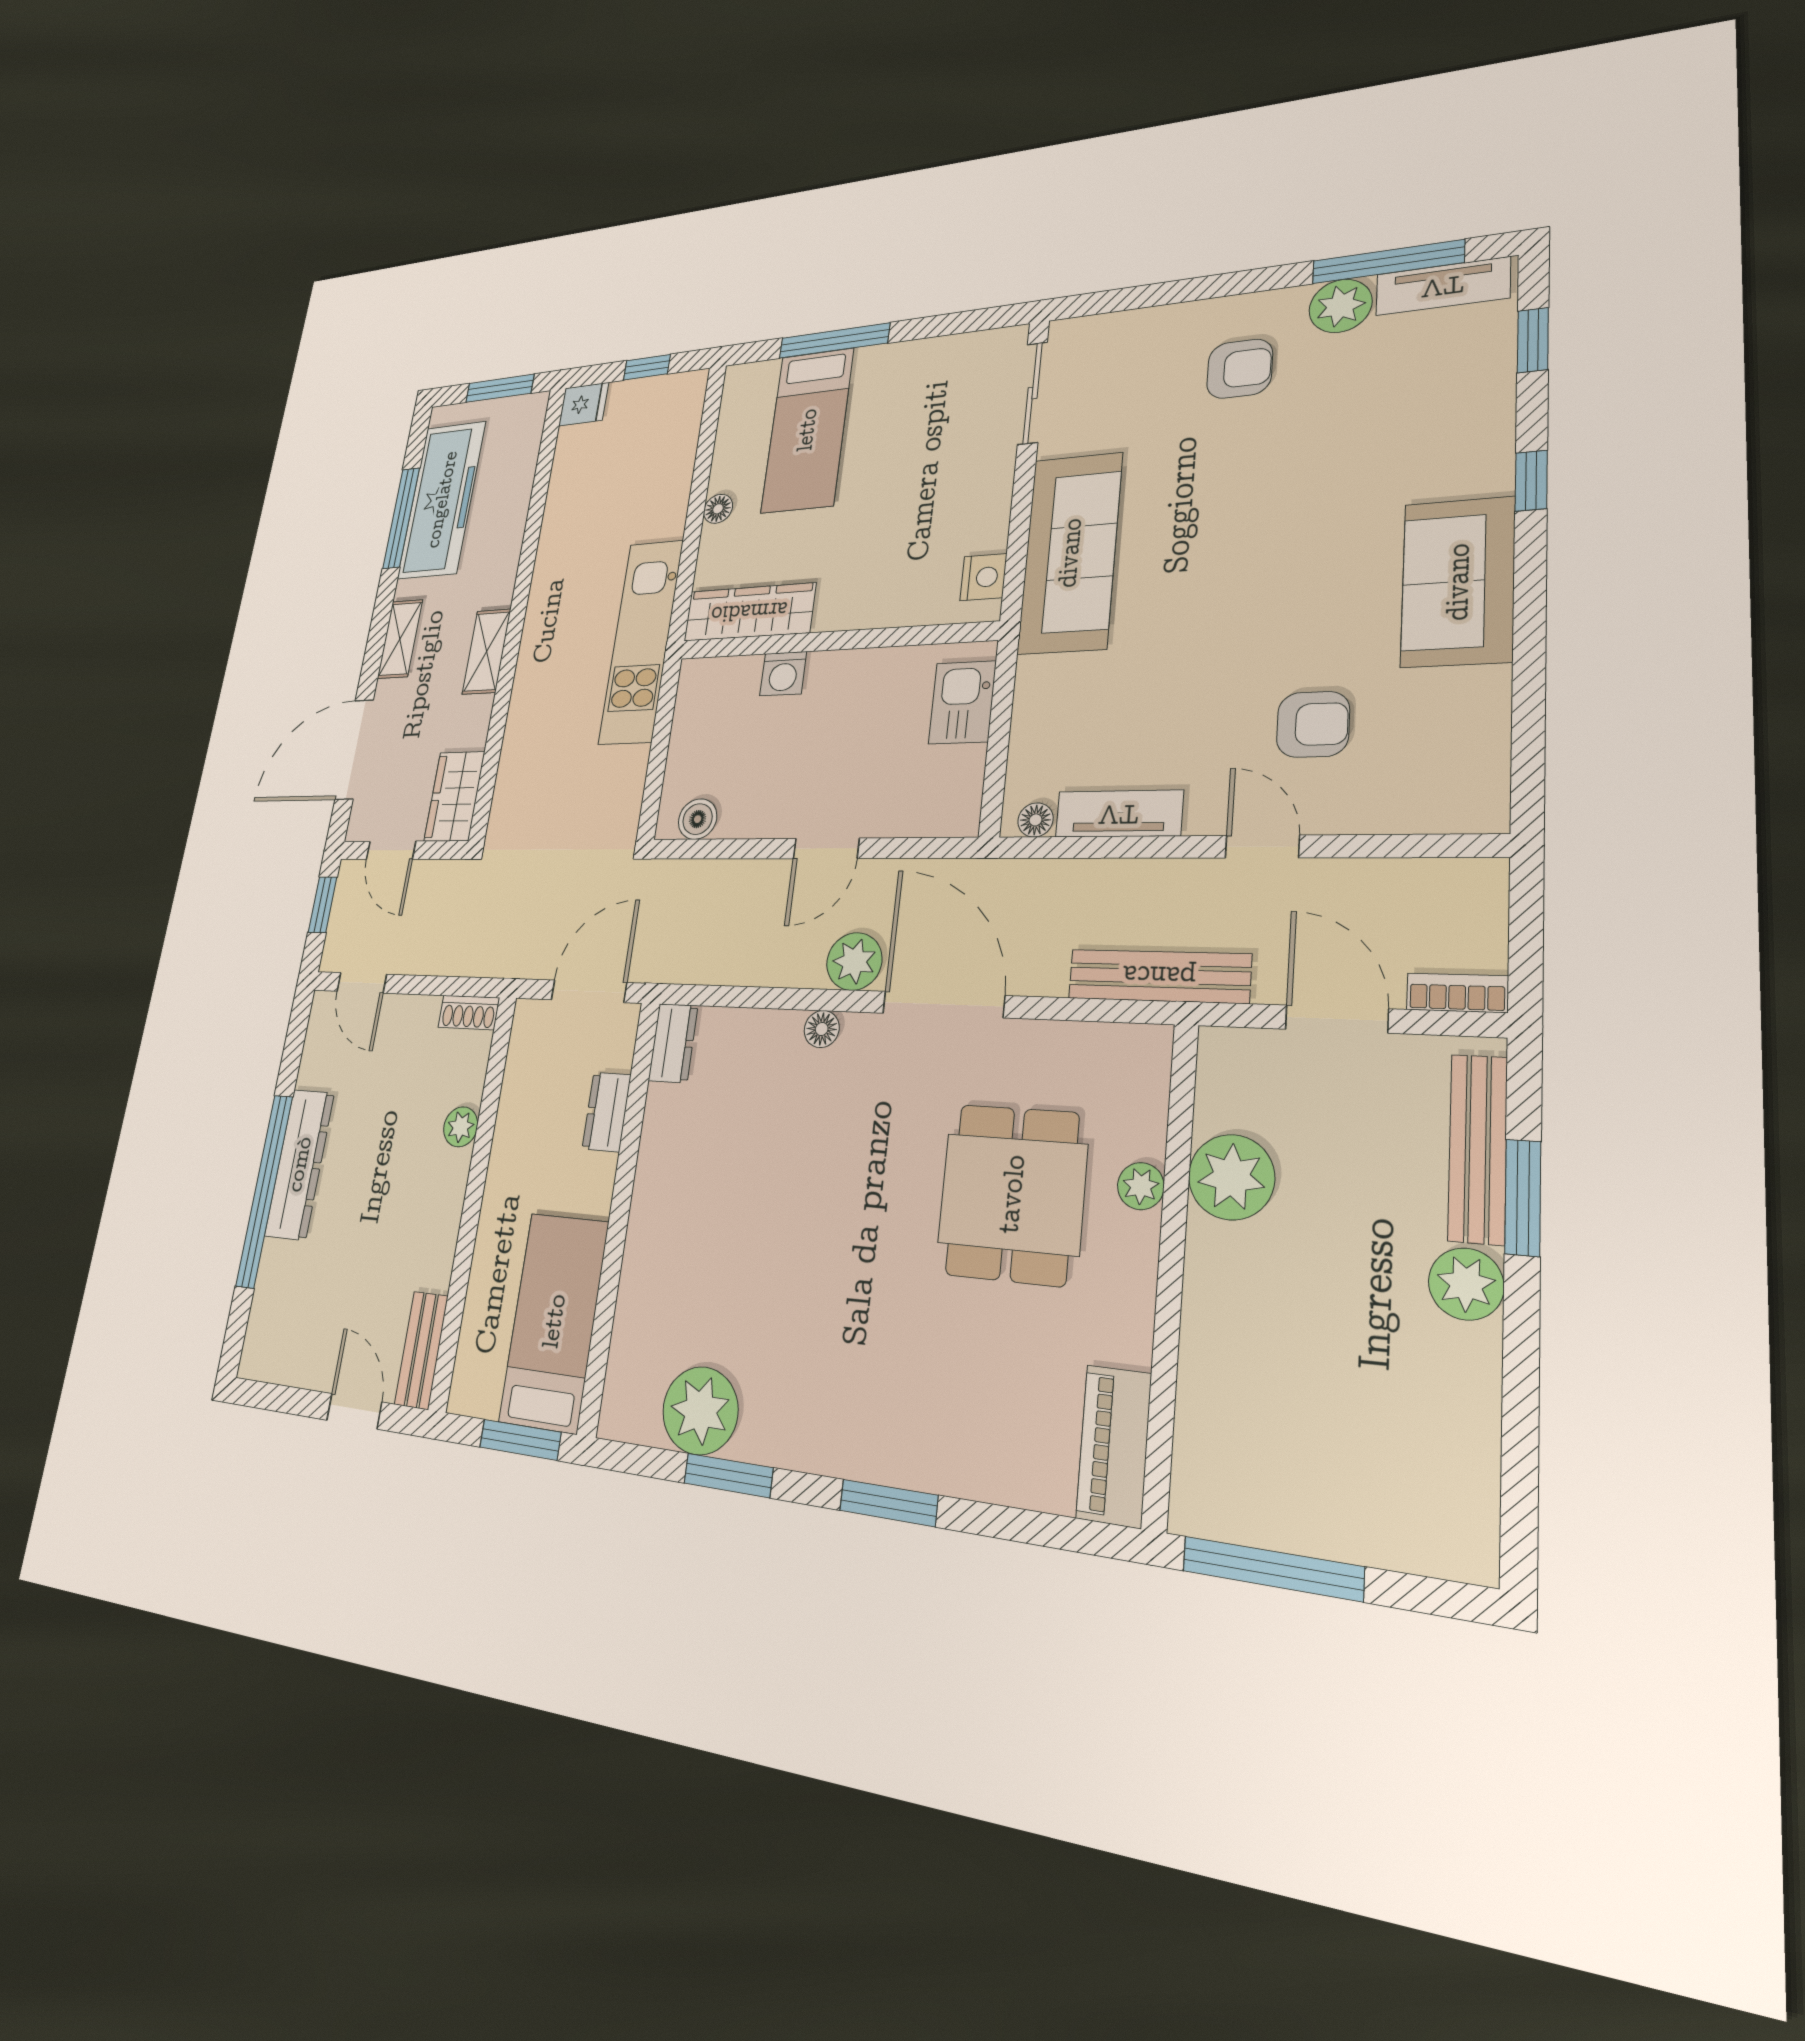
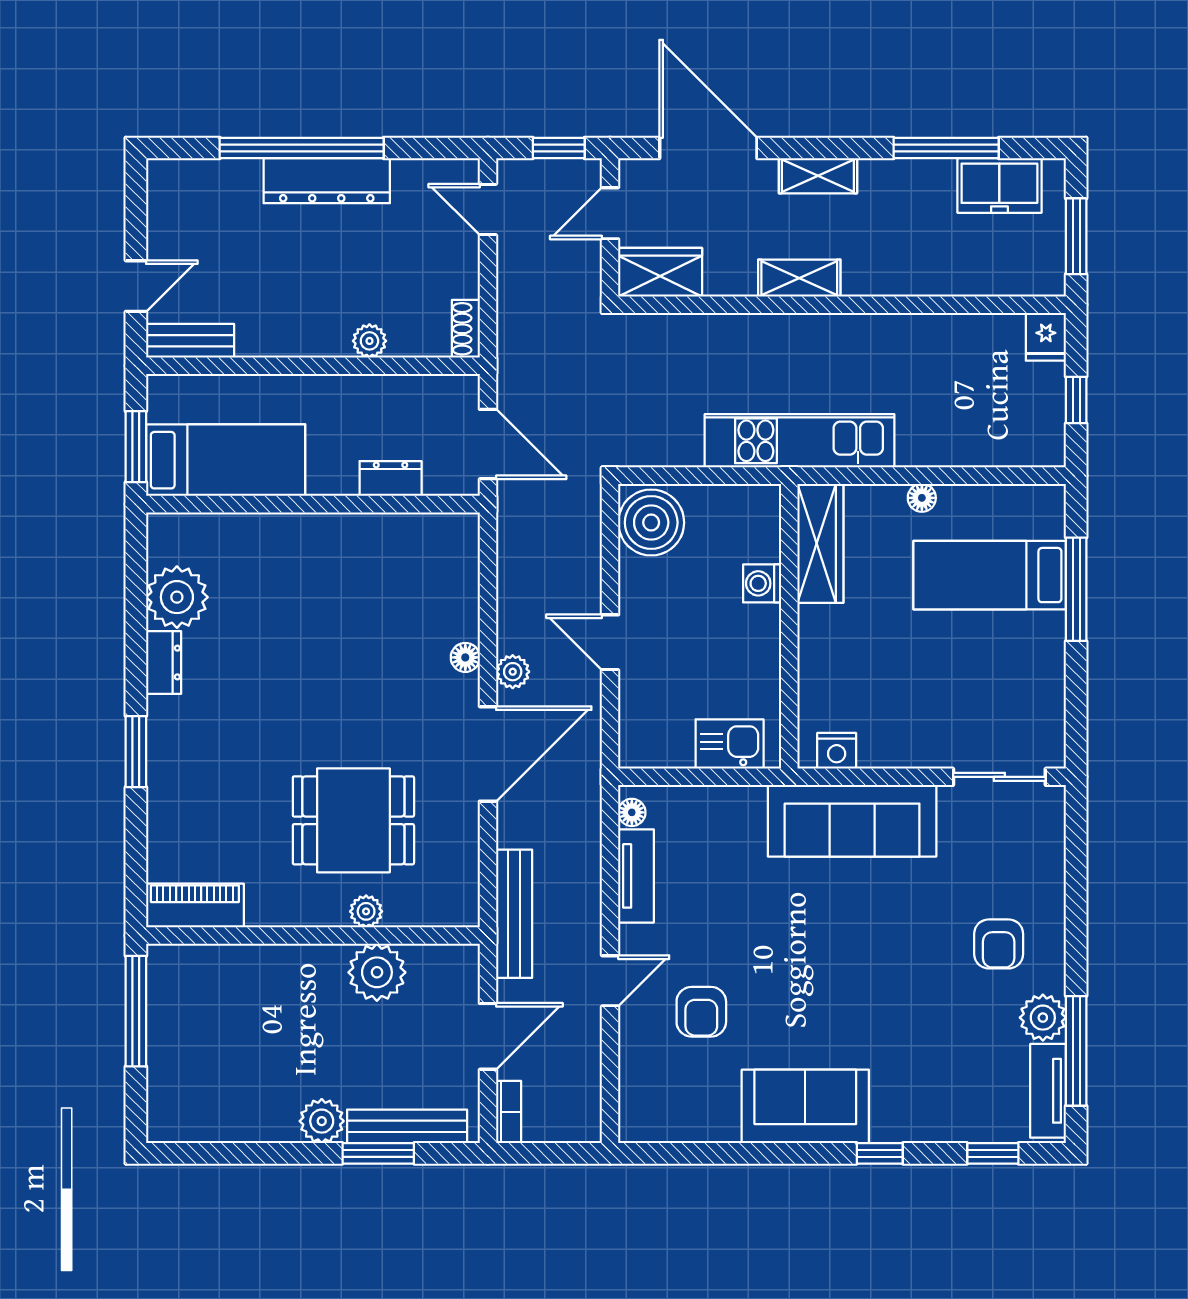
freezer: (442, 500) -> (999, 185), width x0.52, depth x0.79
boiler: (698, 819) -> (651, 523), width x1.86, depth x1.86
plant: (854, 961) -> (513, 672), width x0.73, depth x0.73
door: (362, 983) -> (488, 209), hinge flipped
dresser: (673, 1043) -> (164, 663), moved, turned -90
window: (728, 1475) -> (136, 627), removed

